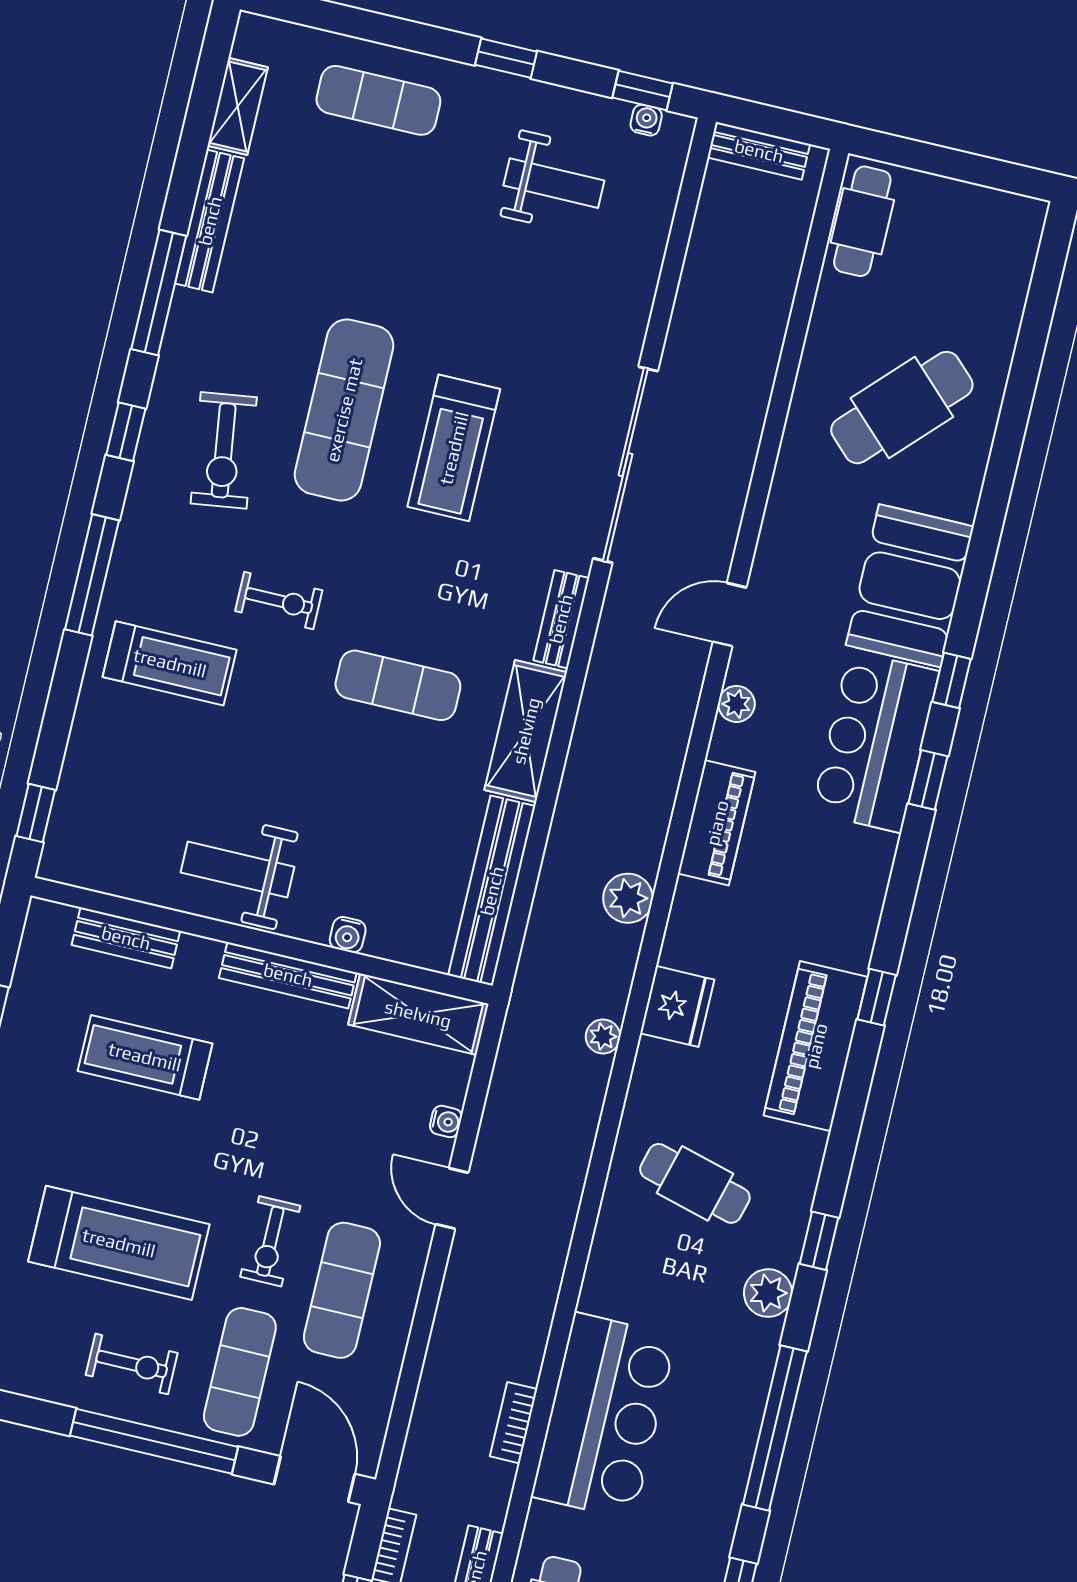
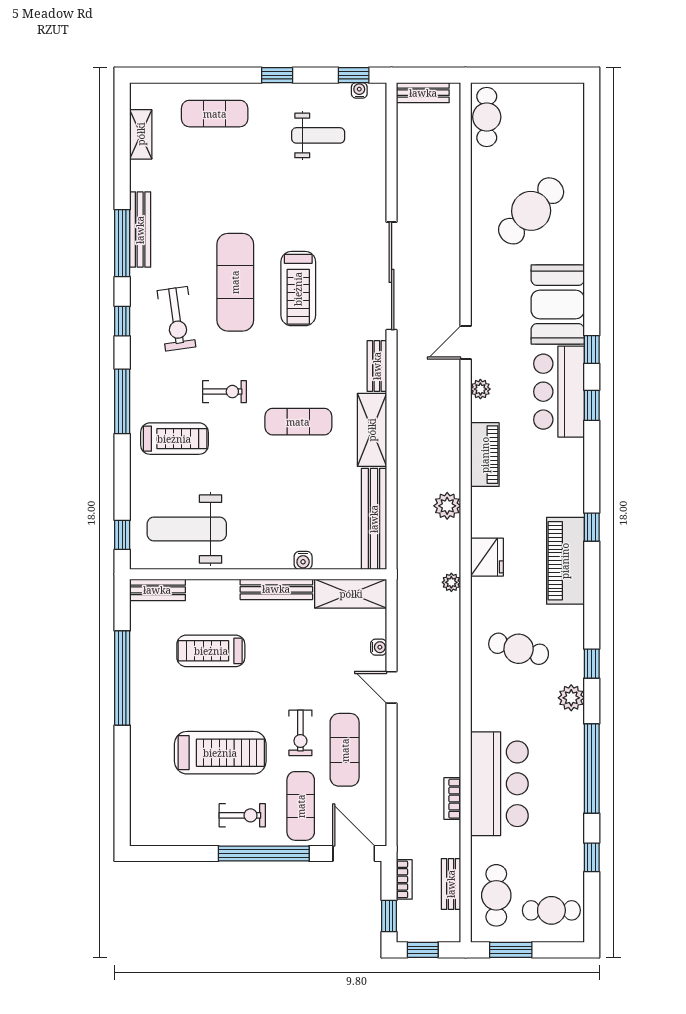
bench: (210, 221) -> (140, 230), moved
weight bench: (238, 870) -> (187, 529), moved, width x1.36, depth x1.33
bench: (126, 938) -> (157, 590), moved

